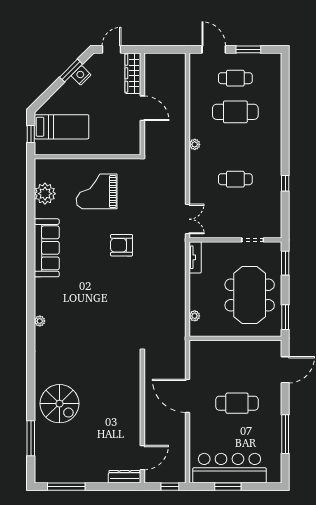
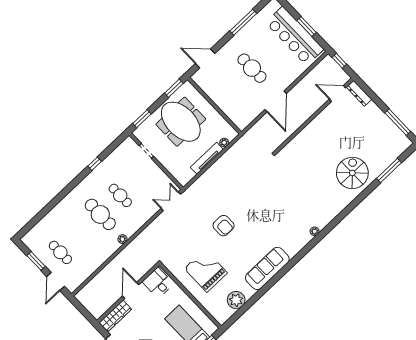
cafe table: (235, 112) -> (100, 214), moved
desk: (126, 139) -> (158, 283), added
grand piano: (97, 191) -> (206, 271), turned 180
tv unit: (195, 257) -> (207, 158), moved, width x1.41
meeting table: (250, 295) -> (181, 122), turned 90

